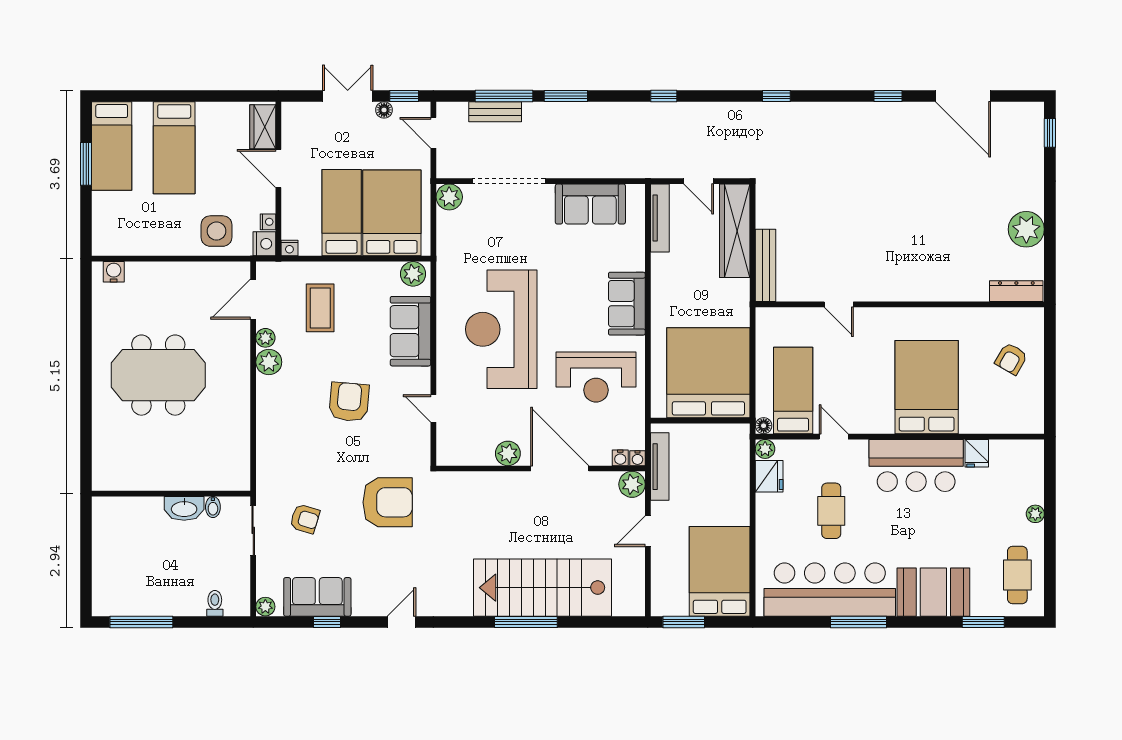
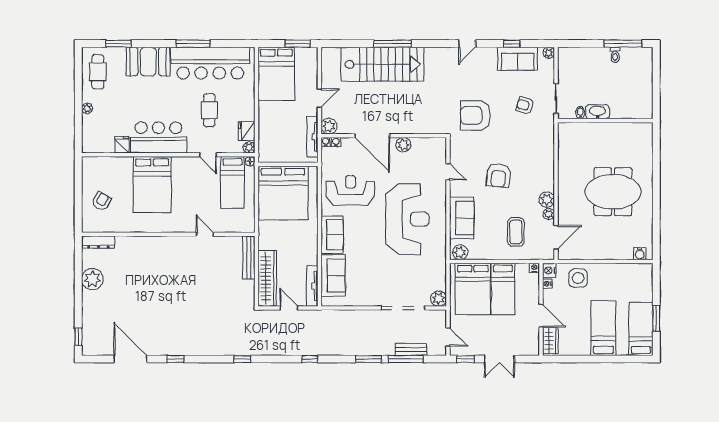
floor lamp: (384, 110) -> (478, 351), removed
sofa: (590, 204) -> (333, 276), moved, turned 90
toilet: (215, 603) -> (615, 55), moved

